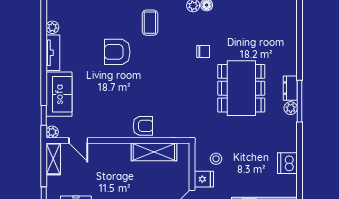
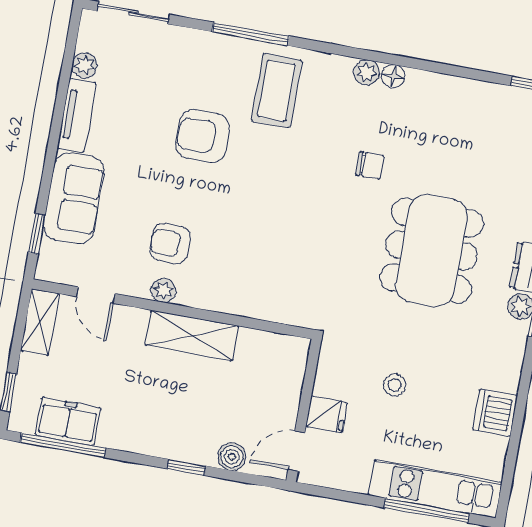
coffee table: (150, 23) -> (277, 91), width x1.36, depth x1.30
armchair: (143, 126) -> (170, 244), moved, turned 180
plant: (52, 132) -> (163, 290), moved
shelving: (154, 152) -> (192, 335), moved
stool: (216, 159) -> (395, 385), moved

